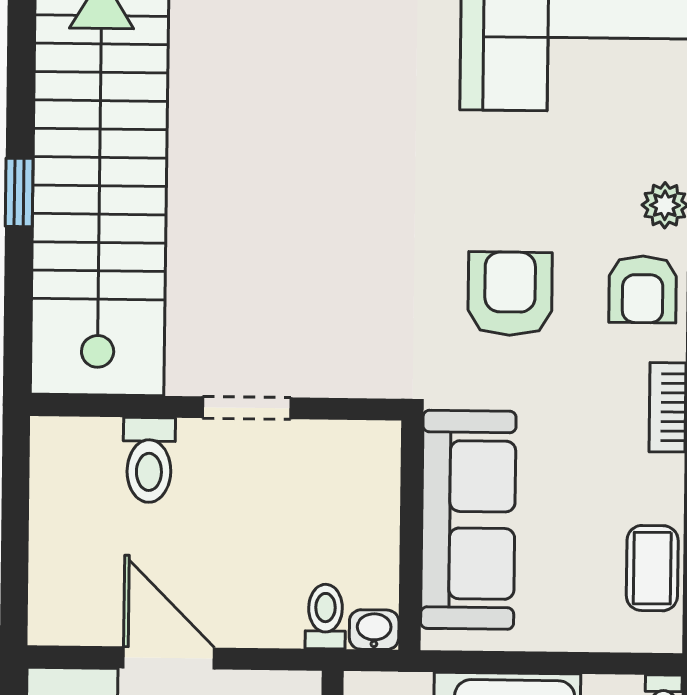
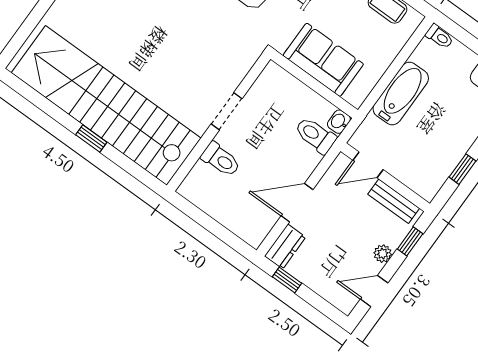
sofa: (468, 520) -> (323, 60), width x0.73
toilet: (325, 617) -> (315, 135), width x1.37, depth x1.39

